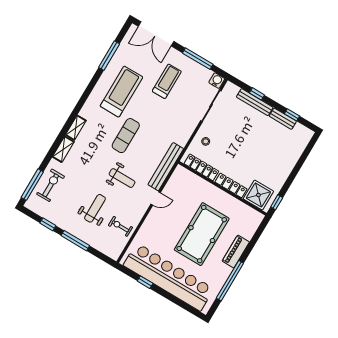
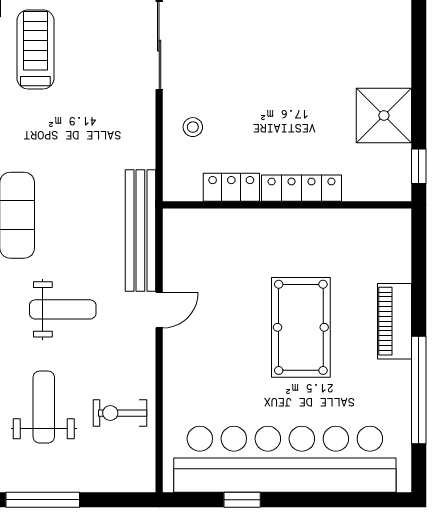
locker: (201, 167) -> (231, 187), width x0.66
shower: (258, 195) -> (384, 116), moved
pool table: (202, 234) -> (301, 327), width x0.73, depth x0.76

